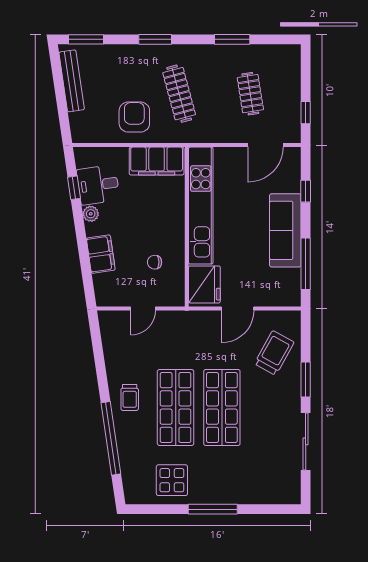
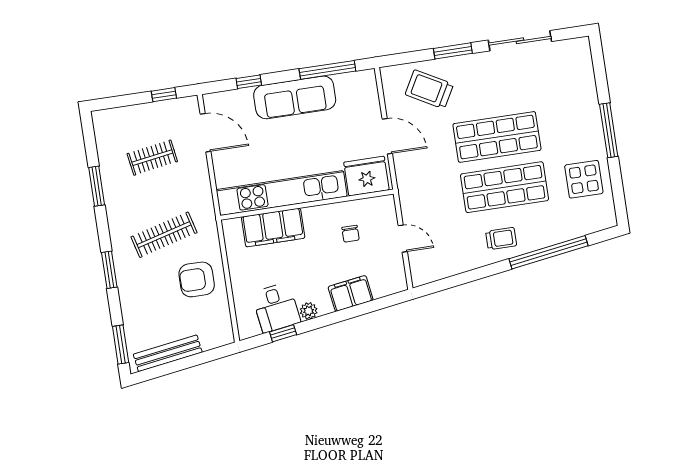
filing cabinet: (157, 161) -> (273, 228), moved, turned 90

